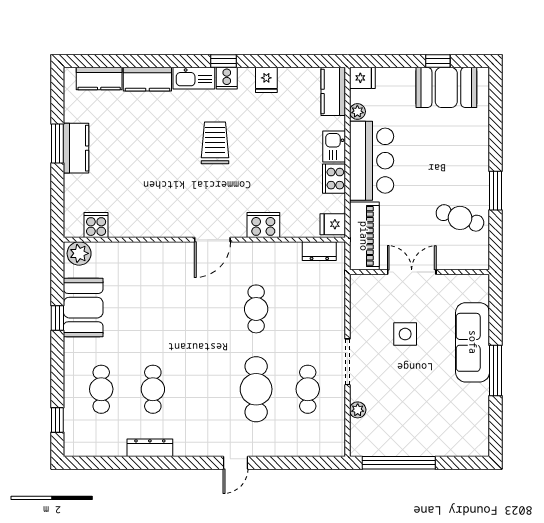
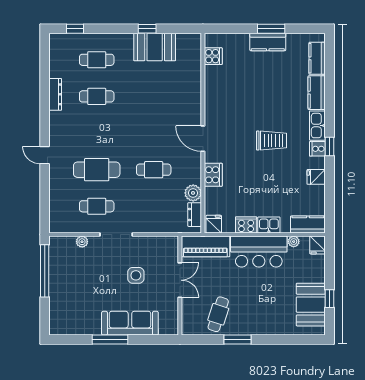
plant: (79, 253) -> (193, 193), moved

